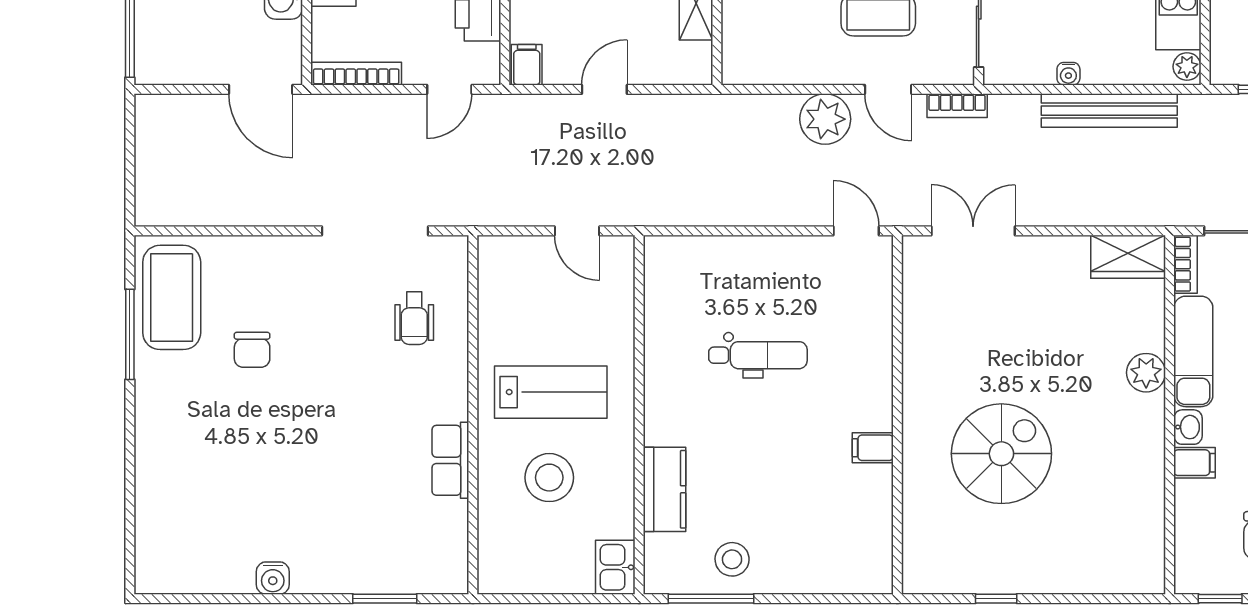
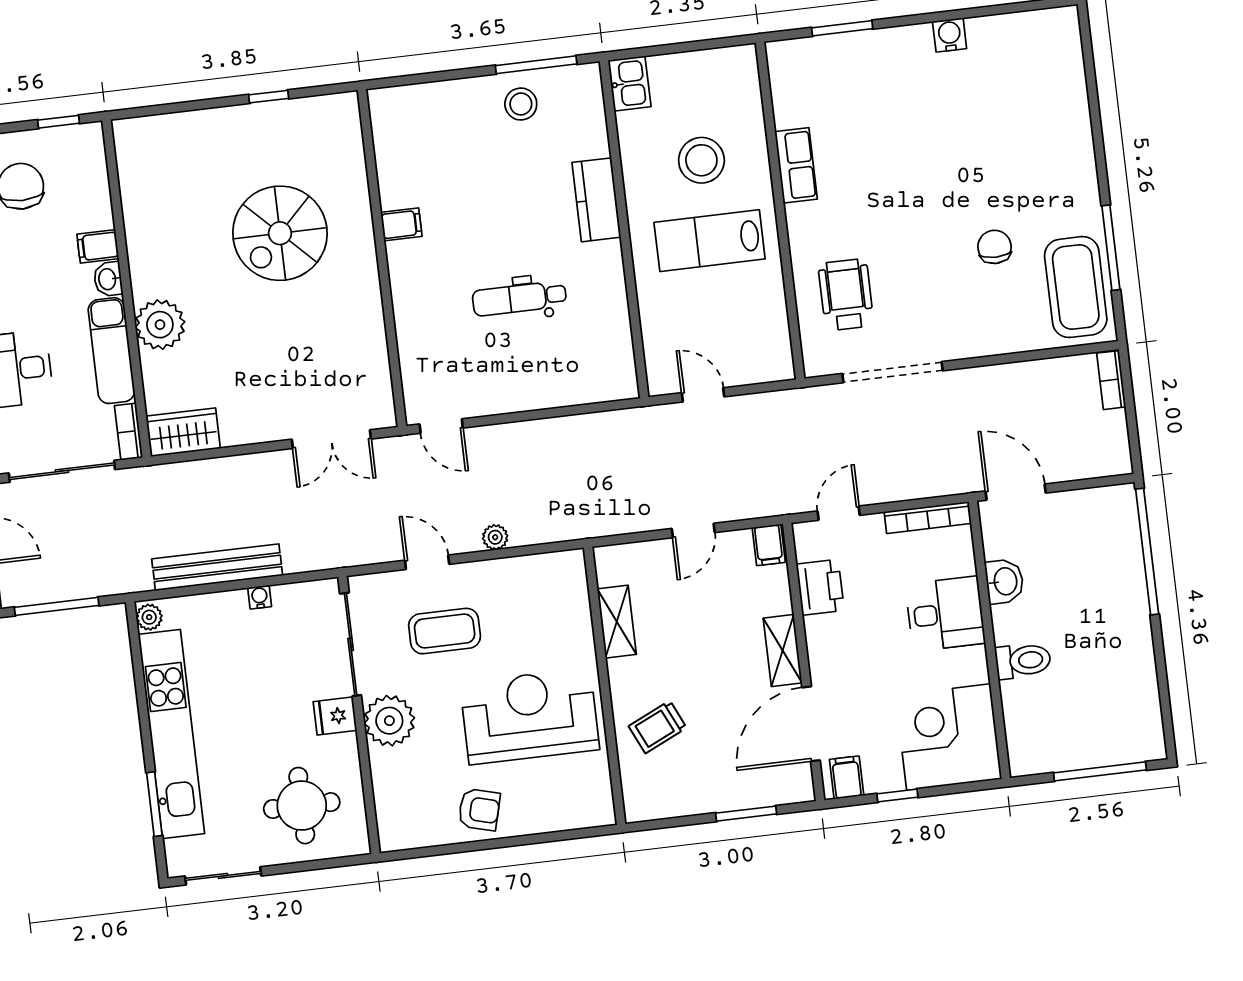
bookcase: (957, 106) -> (1111, 380), moved, turned -90
plant: (825, 119) -> (495, 537), width x0.53, depth x0.53
wheelchair: (414, 318) -> (846, 295), width x1.36, depth x1.37
plant: (1146, 373) -> (160, 325), width x1.36, depth x1.36
kitchen counter: (665, 489) -> (596, 200), moved

